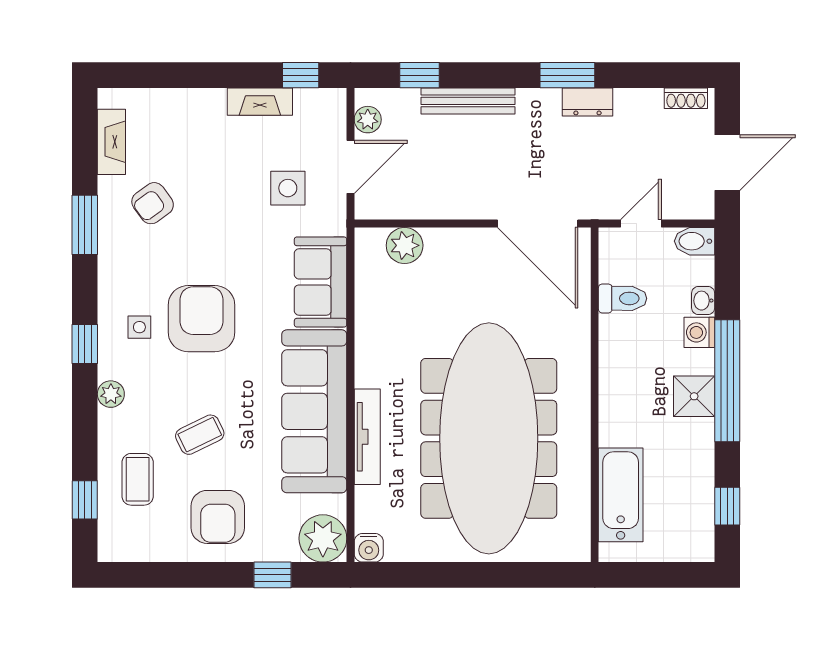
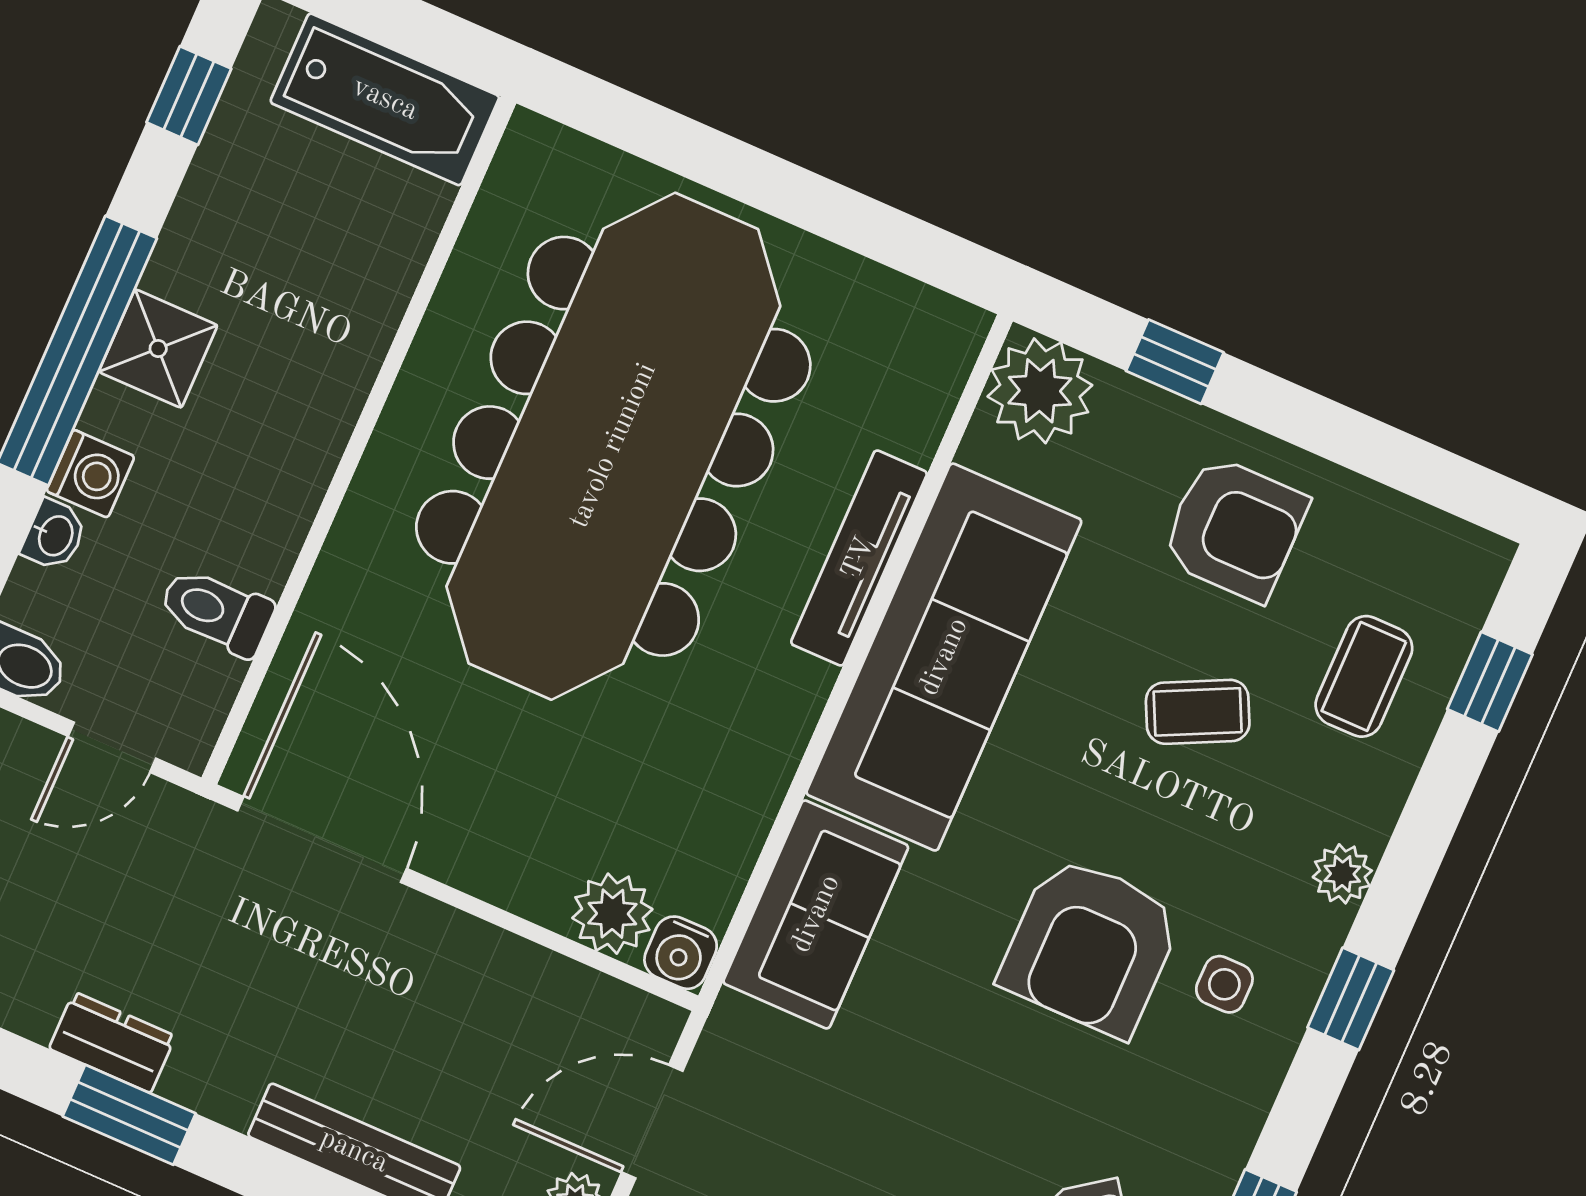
side table: (288, 188) -> (798, 1135), removed
bathtub: (621, 495) -> (385, 99), moved, turned -90
armchair: (218, 517) -> (1234, 528), turned 90
water cooler: (369, 548) -> (681, 953), moved, turned 180

